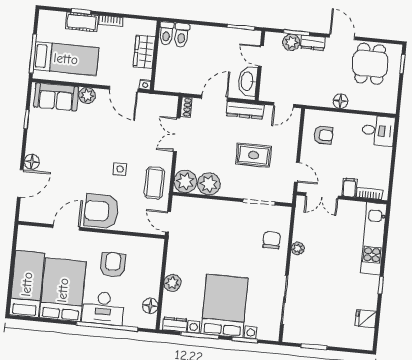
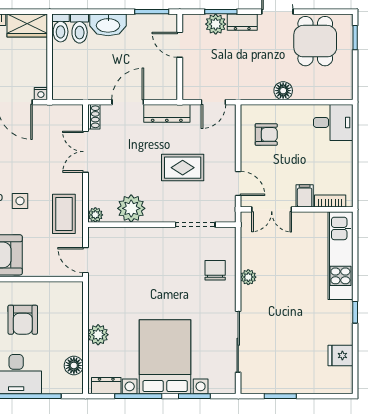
wardrobe: (144, 52) -> (27, 26), moved, turned -90
washbasin: (248, 81) -> (108, 25), moved, turned -90
plant: (185, 181) -> (95, 215), width x0.53, depth x0.53
armchair: (113, 265) -> (23, 320), turned 180

